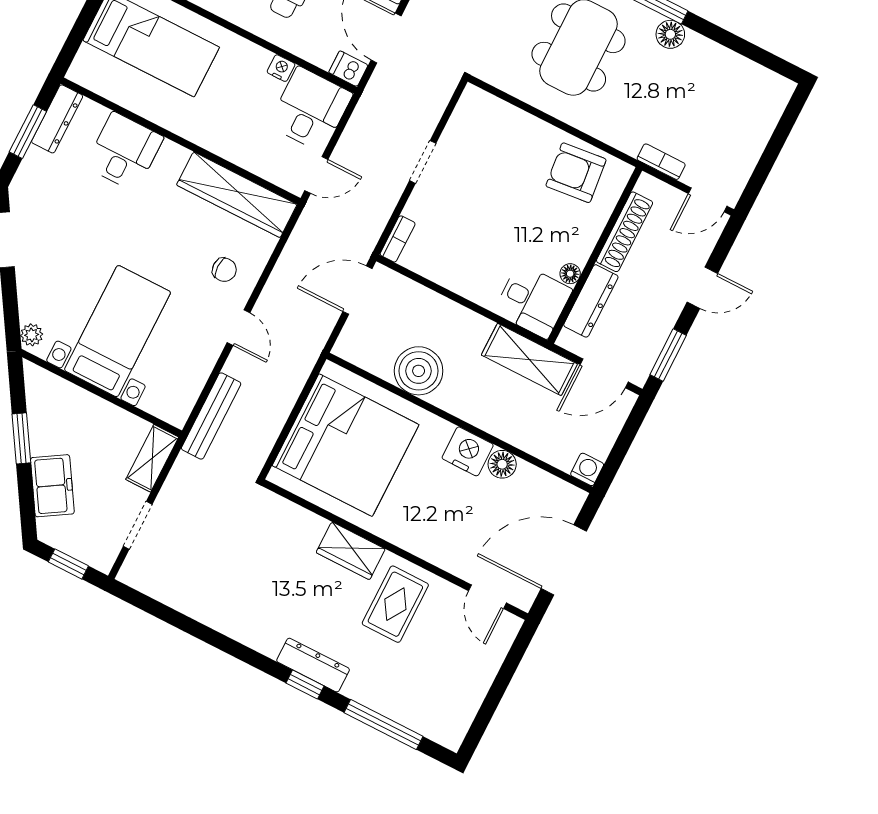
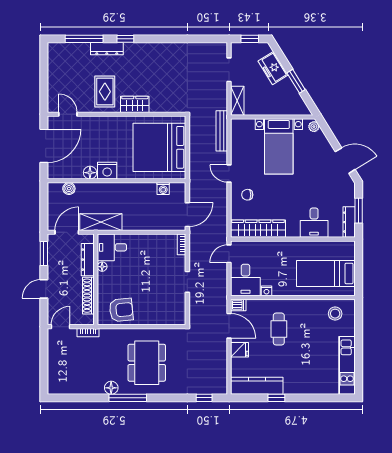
boiler: (419, 371) -> (69, 189), moved, width x0.54, depth x0.54
washing machine: (587, 469) -> (163, 189), moved
dresser: (313, 665) -> (107, 49), moved

